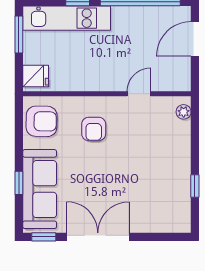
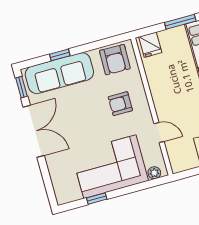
corner sofa: (162, 161) -> (110, 167), added

